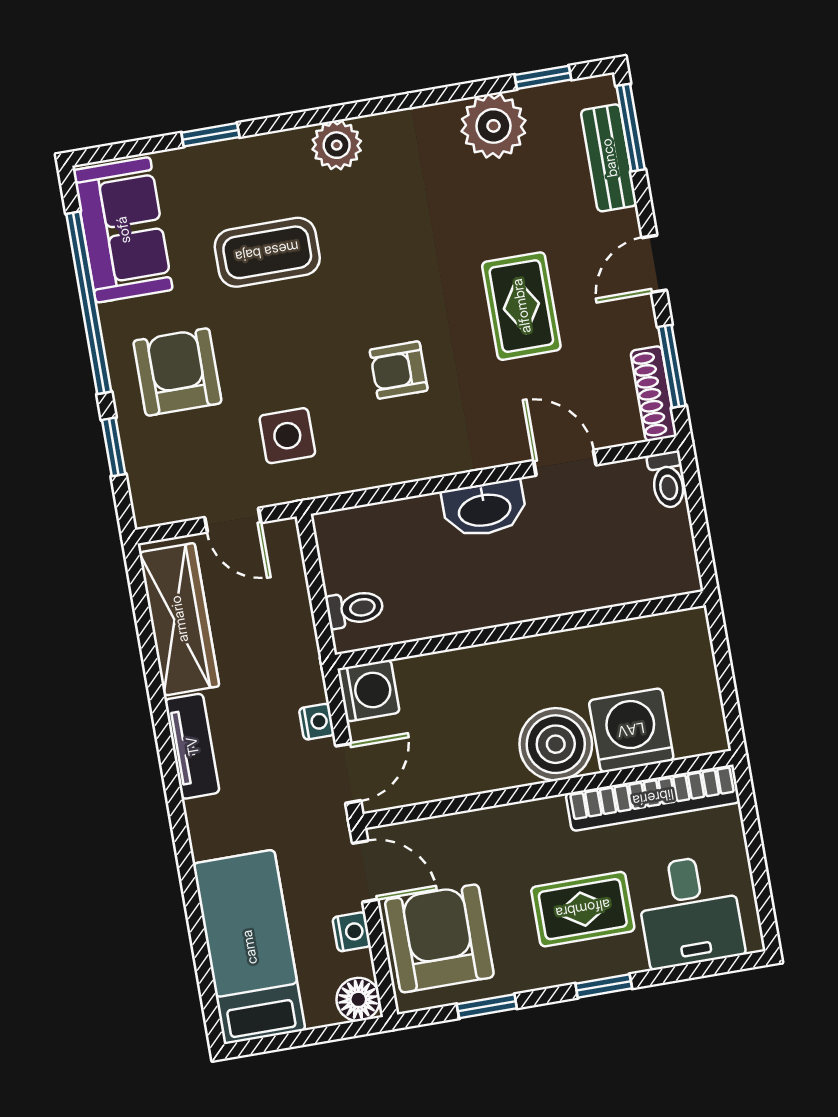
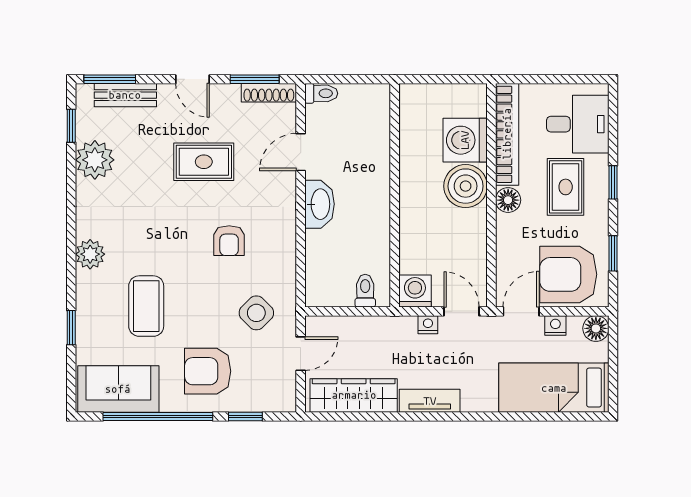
side table: (287, 436) -> (256, 313), turned 45
floor lamp: (545, 818) -> (508, 200), added

